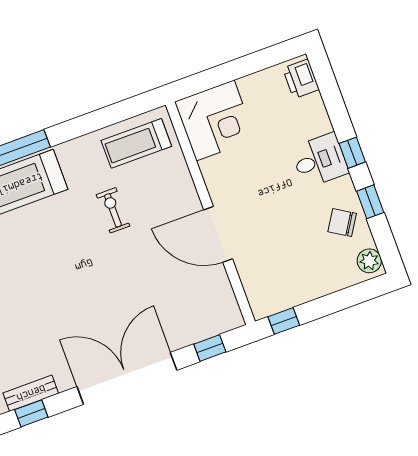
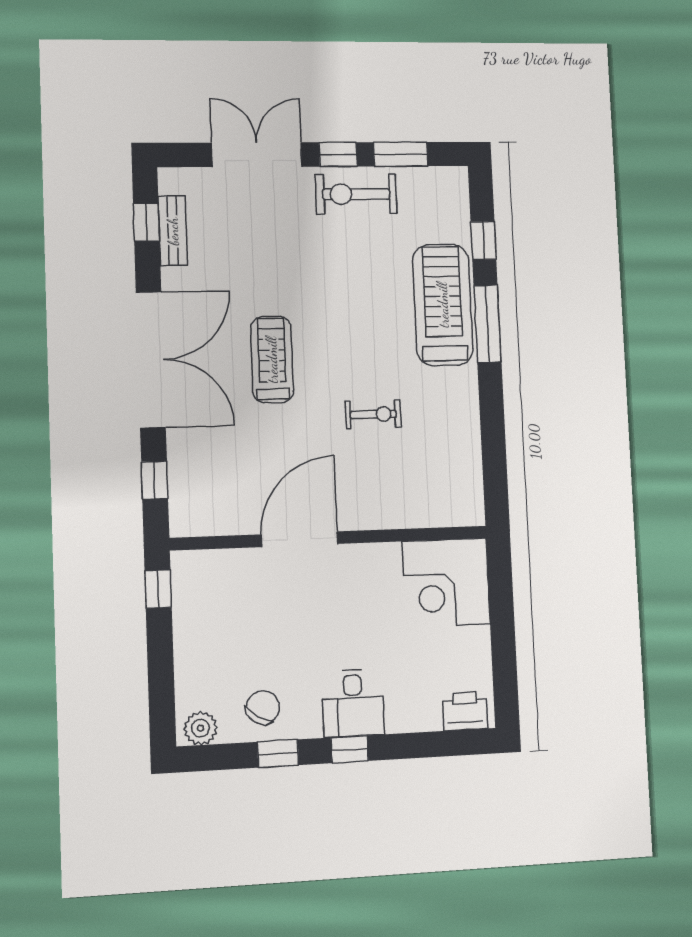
treadmill: (136, 143) -> (272, 360), moved

